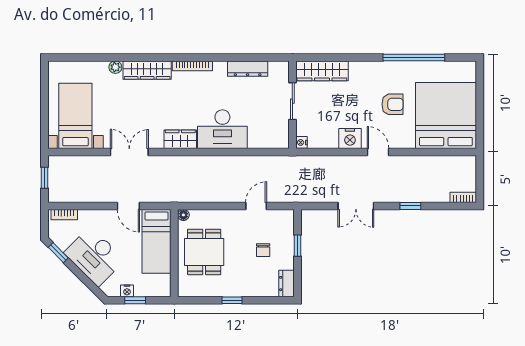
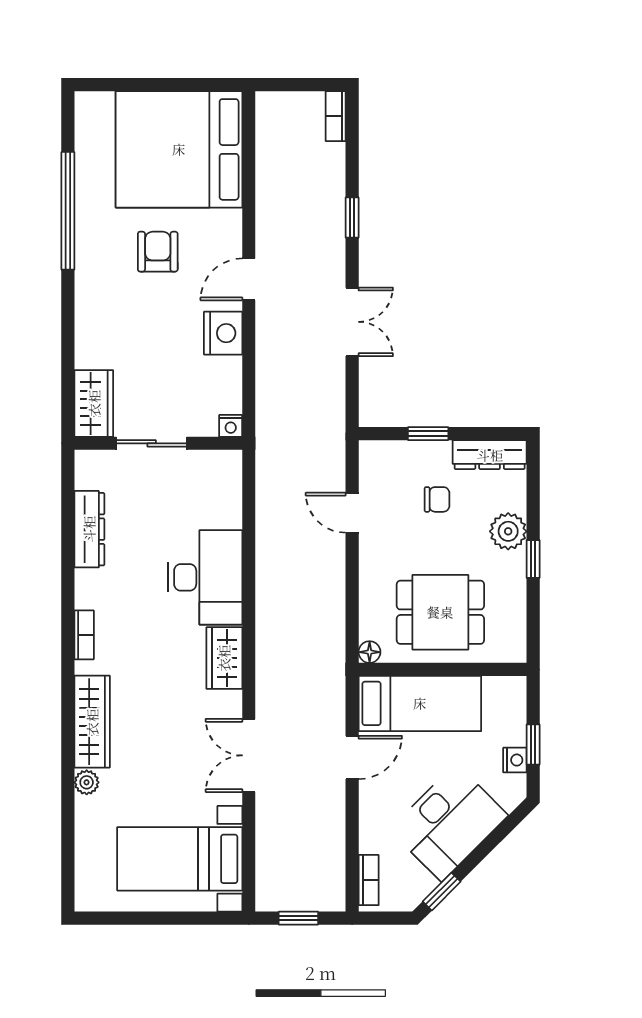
bookcase: (192, 66) -> (84, 635), width x0.64
wardrobe: (322, 71) -> (94, 403), width x0.67
dresser: (287, 284) -> (490, 455), width x1.44
plant: (246, 287) -> (508, 531), added

